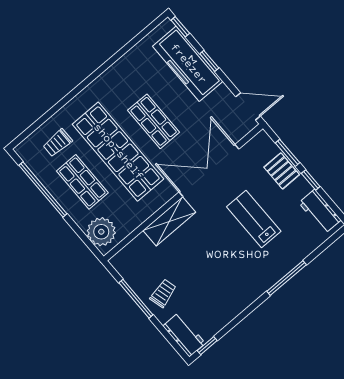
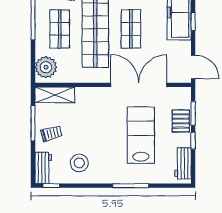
lab bench: (254, 219) -> (141, 135), width x1.36, depth x1.39
shelving: (169, 221) -> (55, 95), moved
stool: (216, 299) -> (79, 163), added

